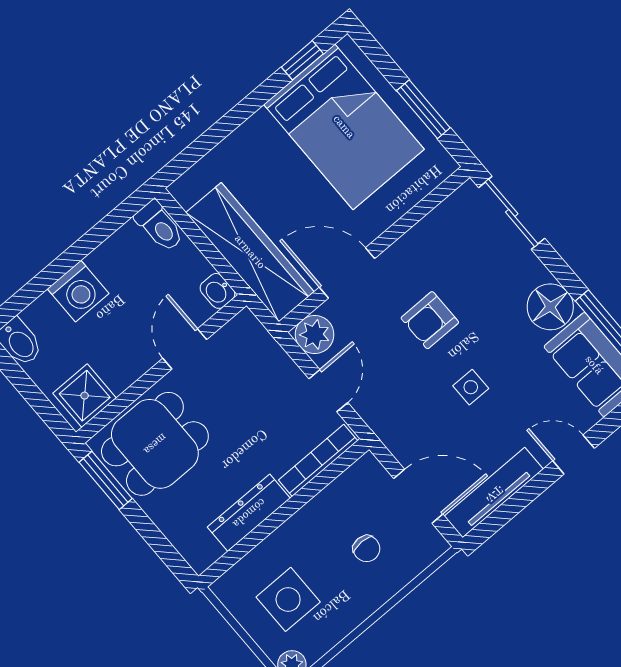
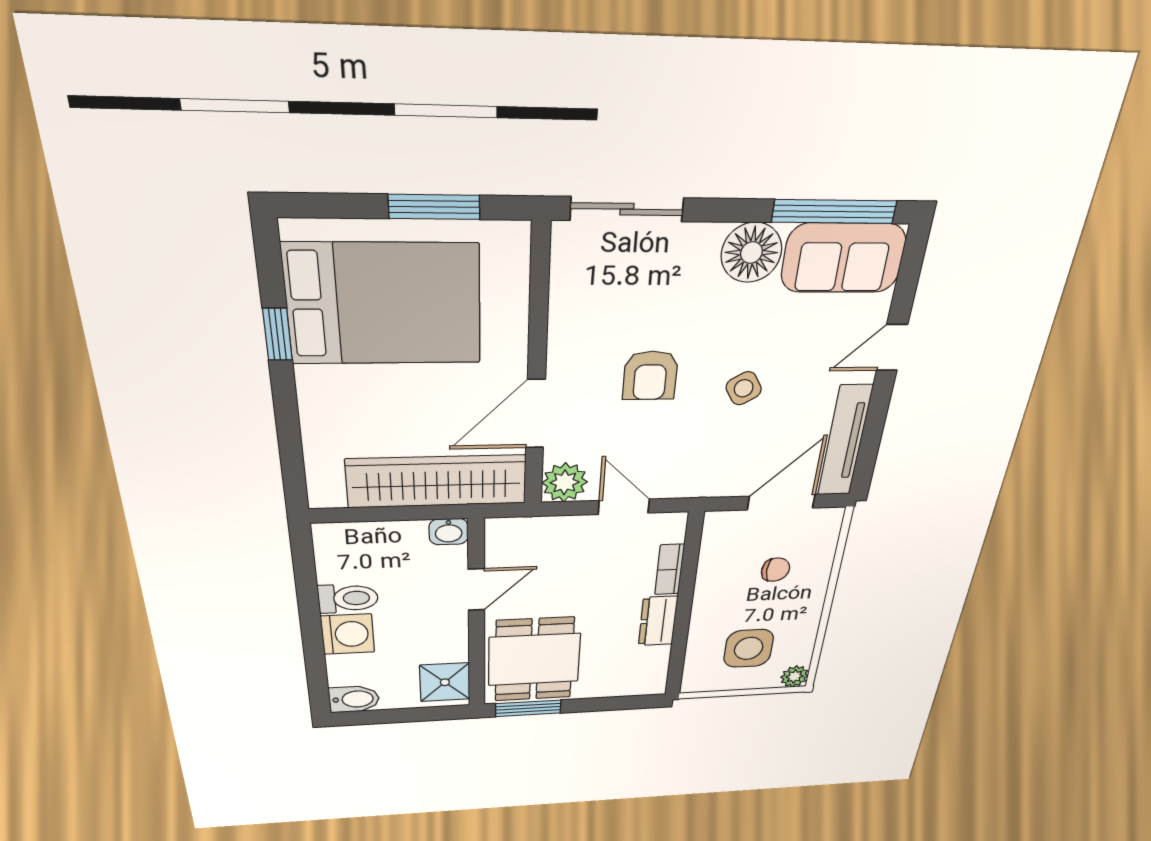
window: (302, 60) -> (277, 334), moved
toilet: (159, 226) -> (348, 598), moved
door: (185, 349) -> (476, 590), swing flipped
side table: (471, 387) -> (744, 388), turned -31
bookcase: (318, 460) -> (670, 570), width x0.64
dresser: (249, 513) -> (658, 621), width x0.70

